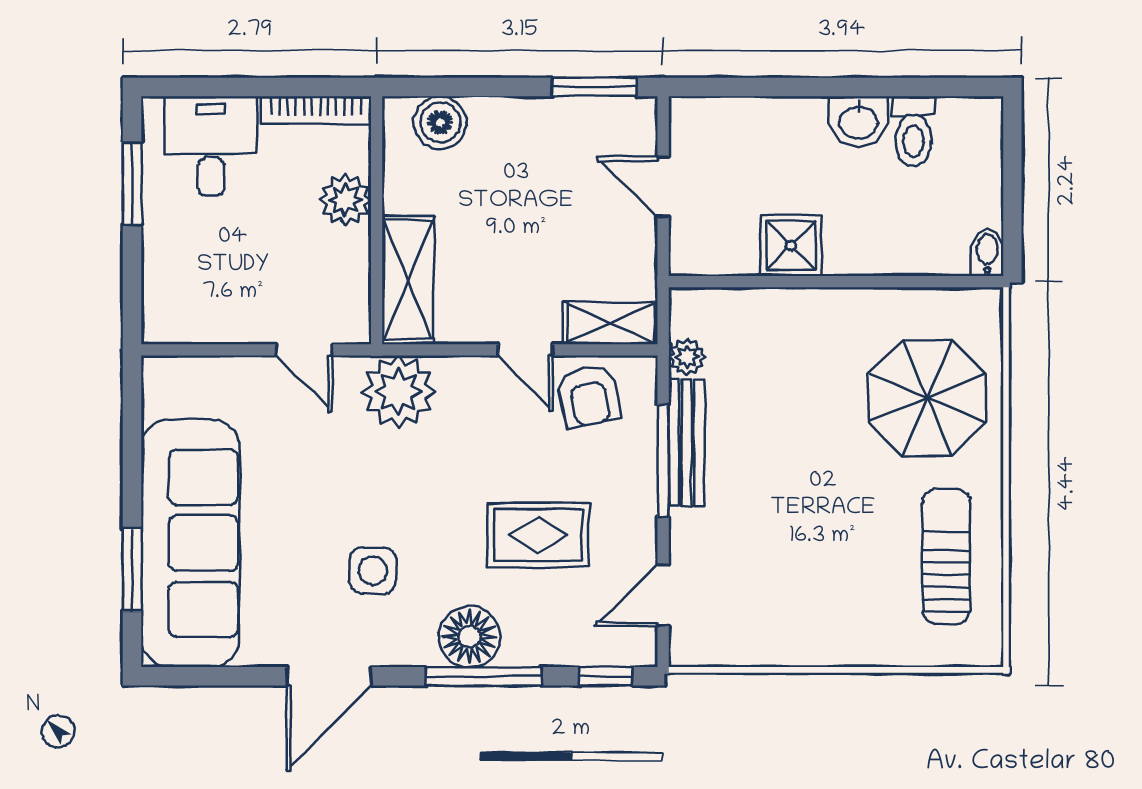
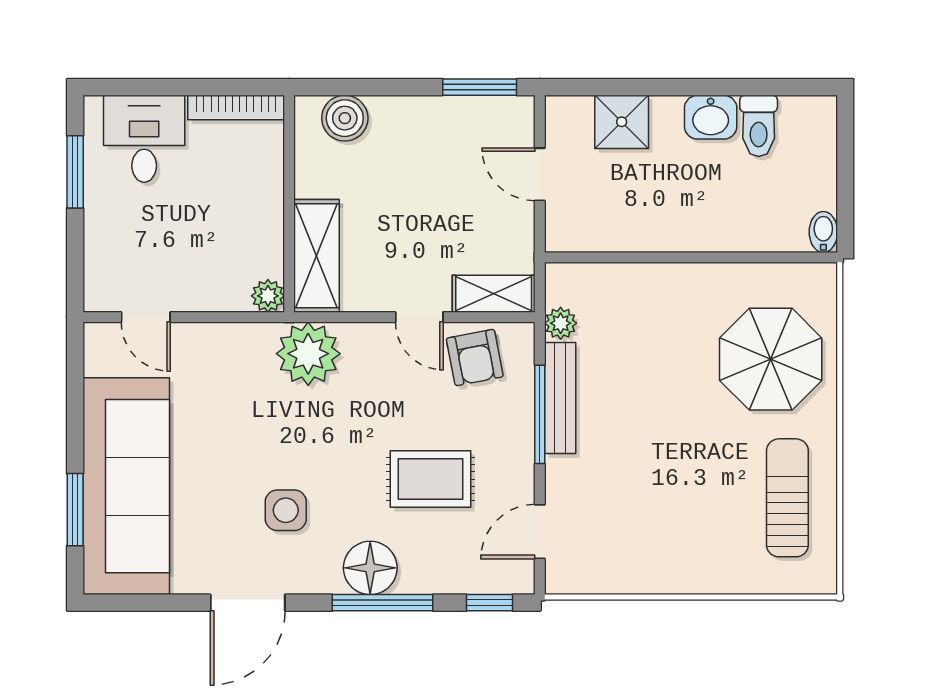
plant: (345, 200) -> (268, 296), moved, width x0.73, depth x0.73
shower: (791, 246) -> (622, 122), moved
door: (304, 350) -> (146, 317), moved

